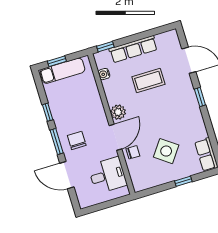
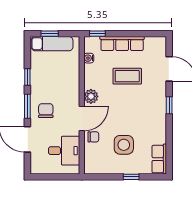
side table: (166, 151) -> (124, 145), turned -36

